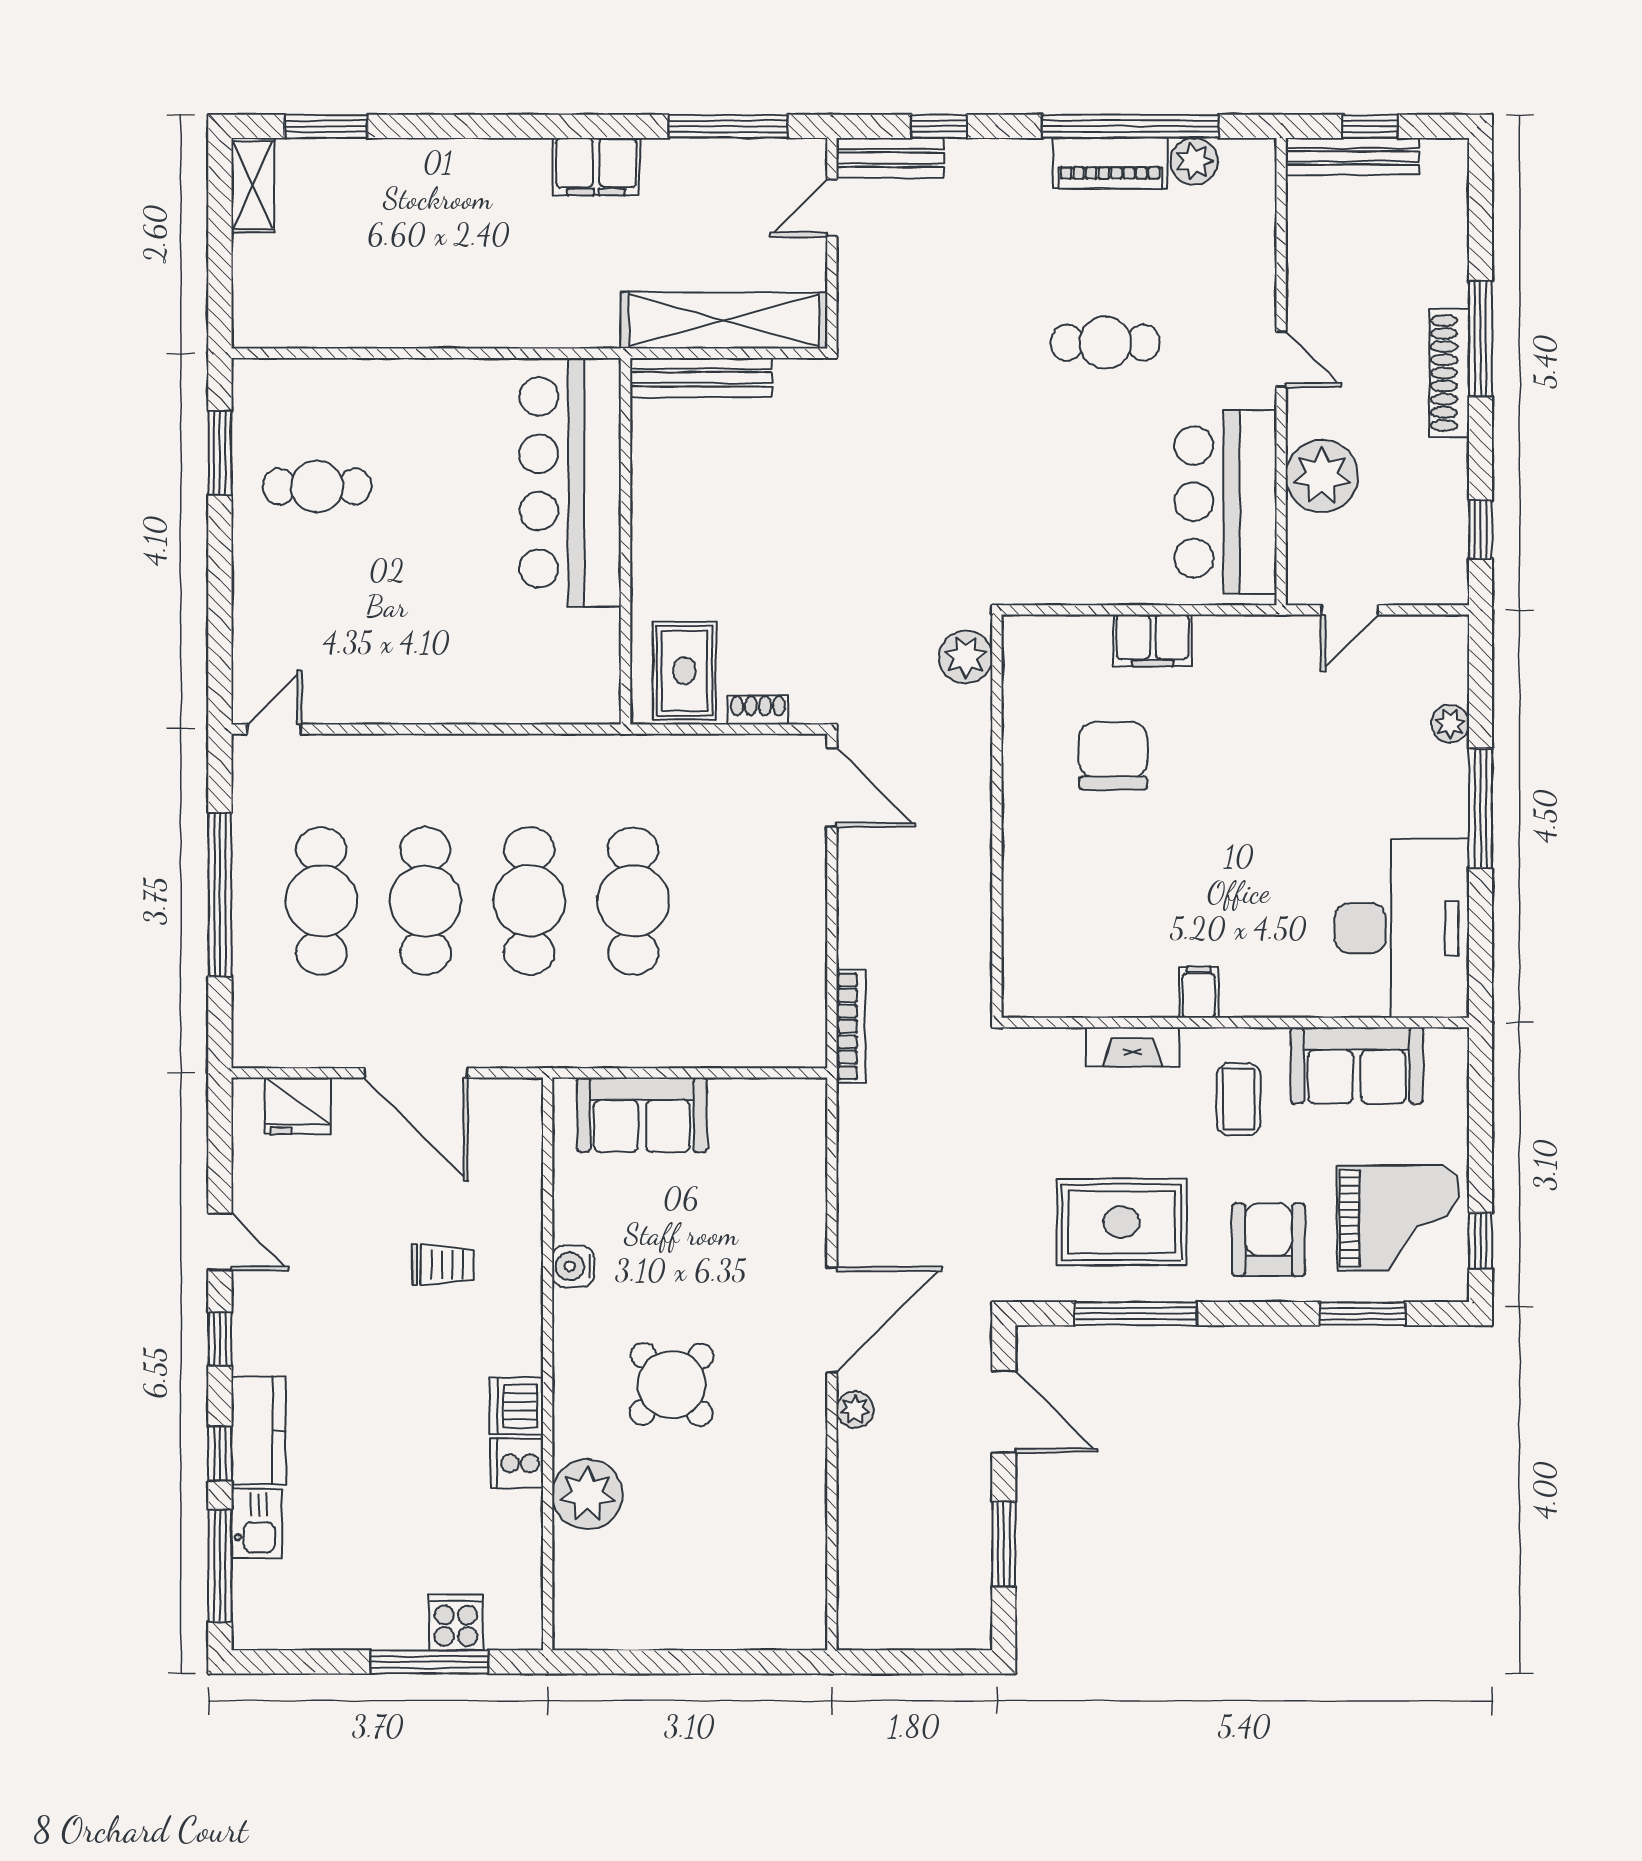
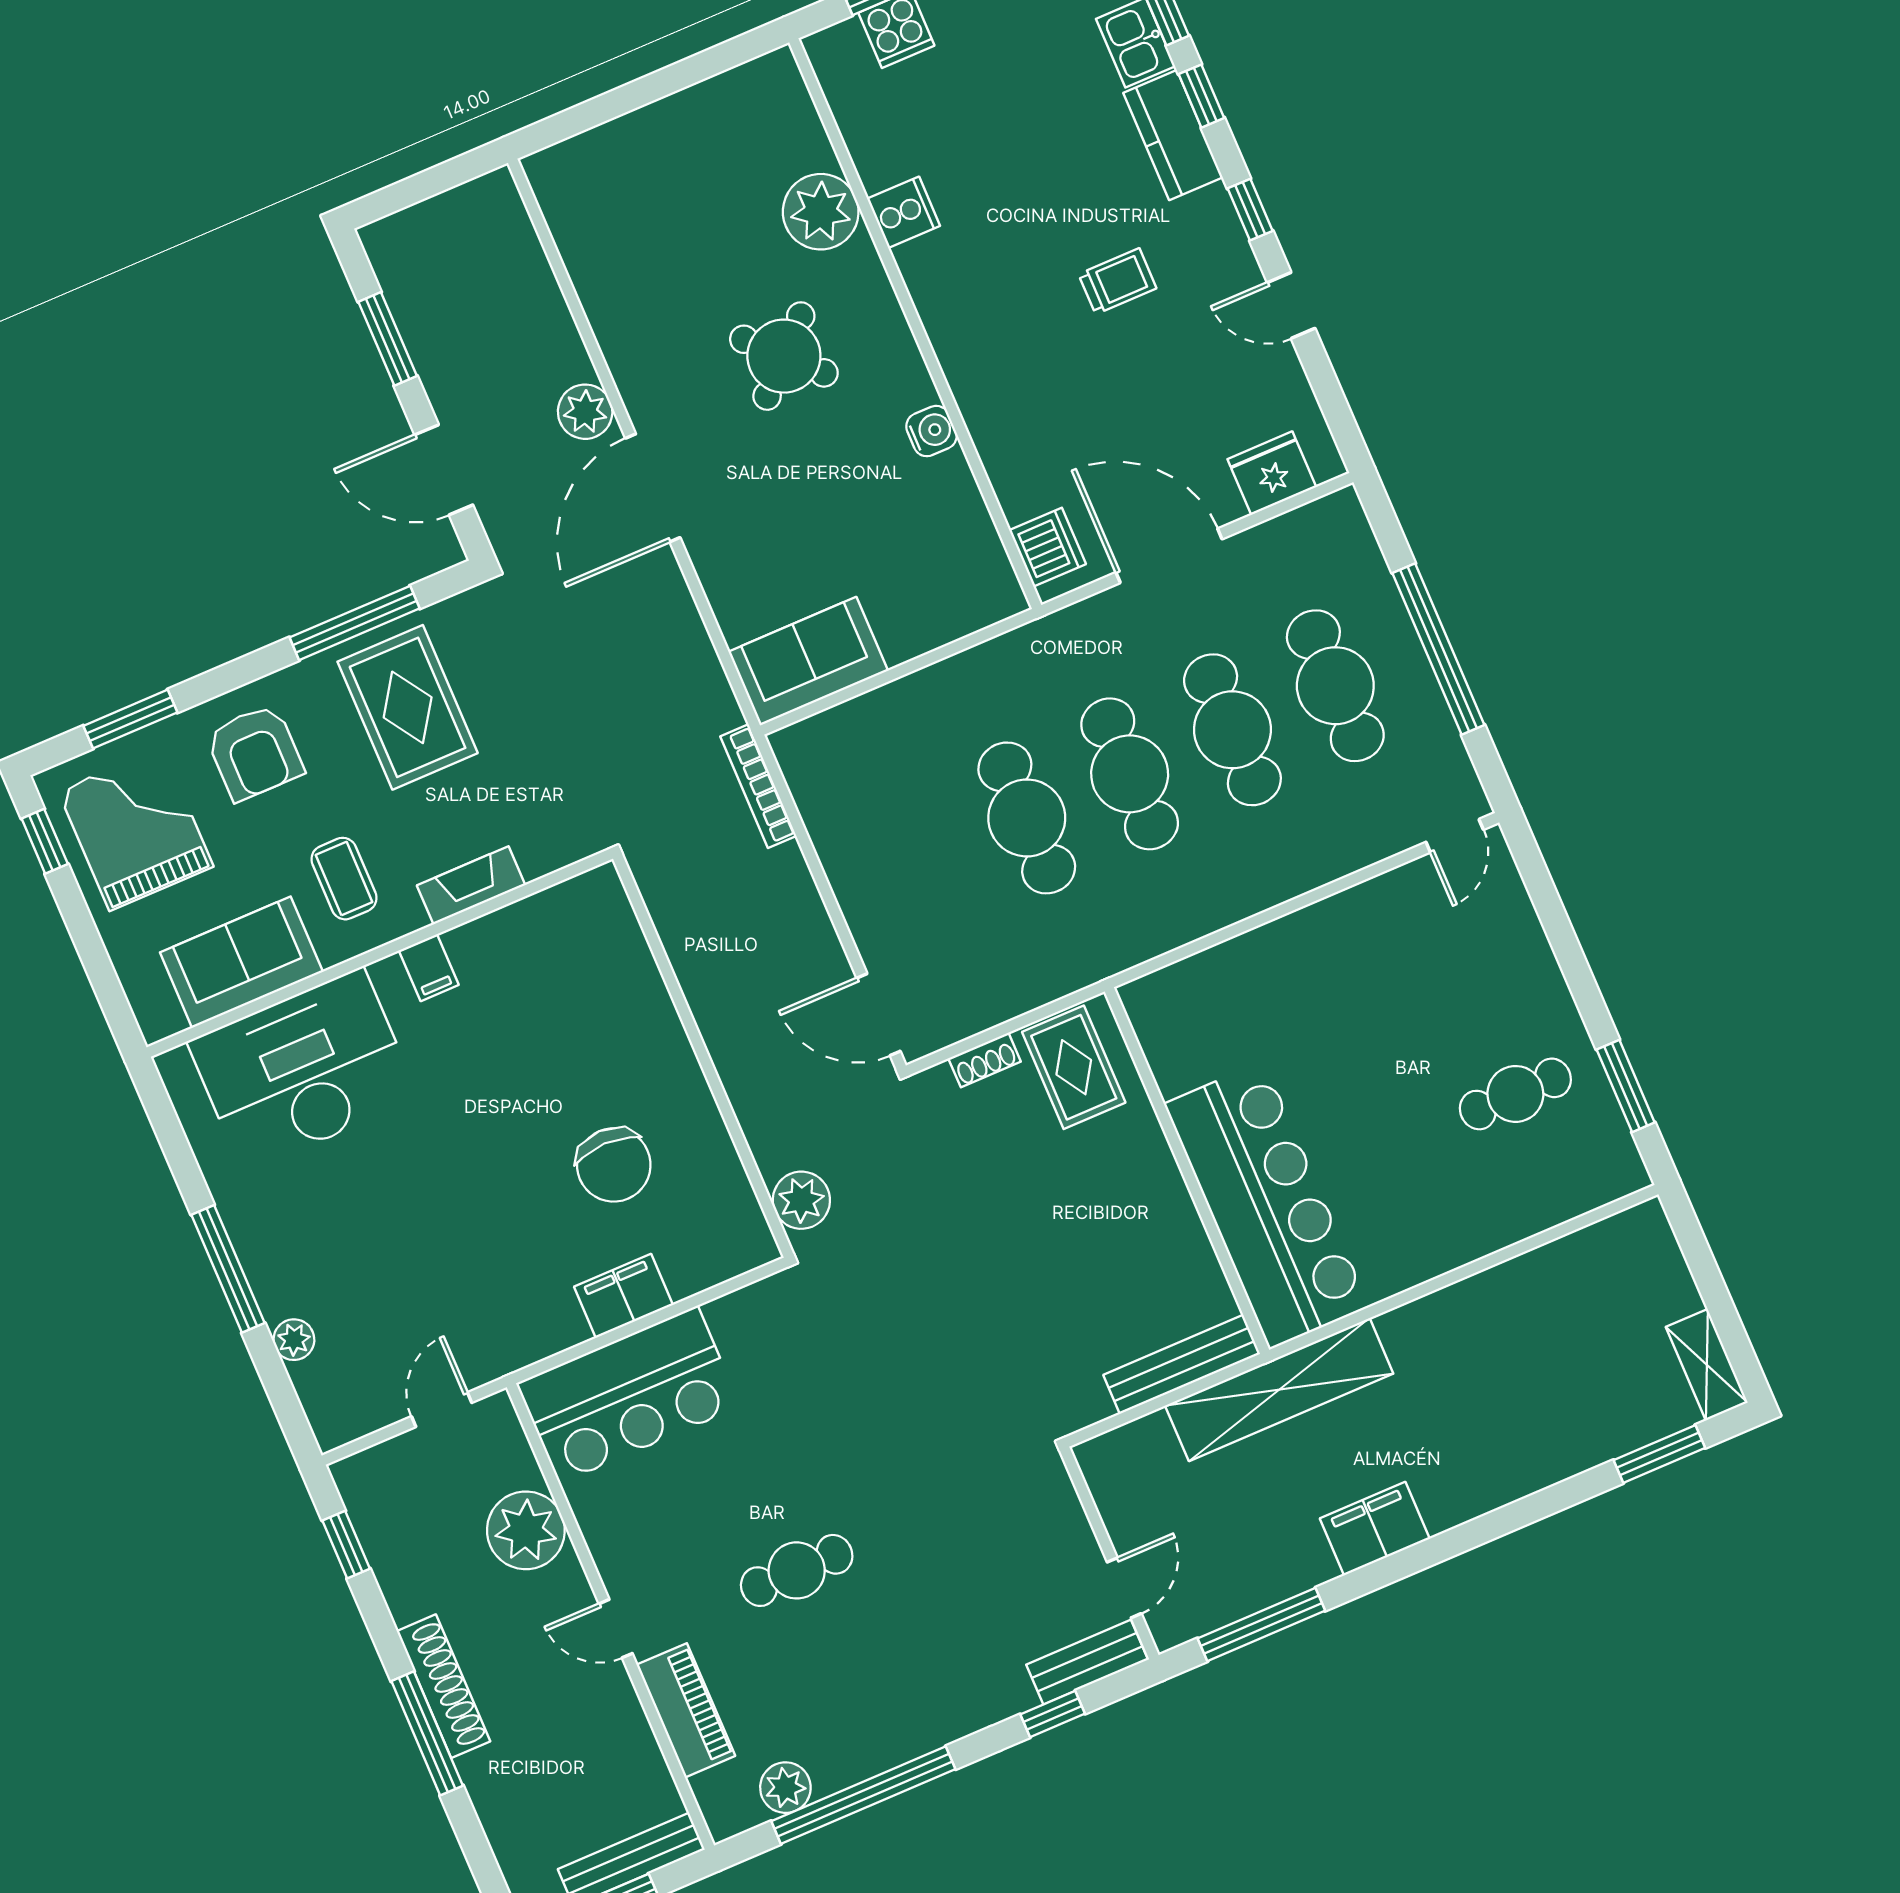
piano: (1110, 163) -> (686, 1710), moved, turned 90
shelving: (724, 320) -> (1279, 1390), moved
bar counter: (1225, 502) -> (628, 1395), moved, turned 90
desk: (1402, 928) -> (303, 1070), moved, turned 90
sofa: (642, 1115) -> (808, 661), moved
grand piano: (1398, 1218) -> (136, 829), turned 90
rug: (1122, 1222) -> (408, 707), turned 90
trolley: (443, 1265) -> (1117, 281), moved, turned 180
dishwasher: (516, 1406) -> (1048, 547), moved
plant: (855, 1410) -> (585, 412), width x1.38, depth x1.38

